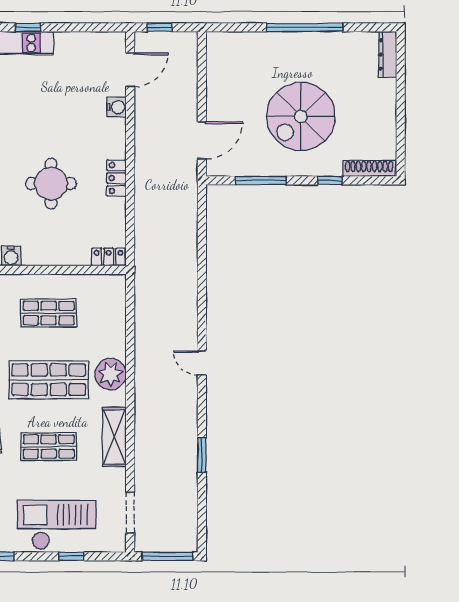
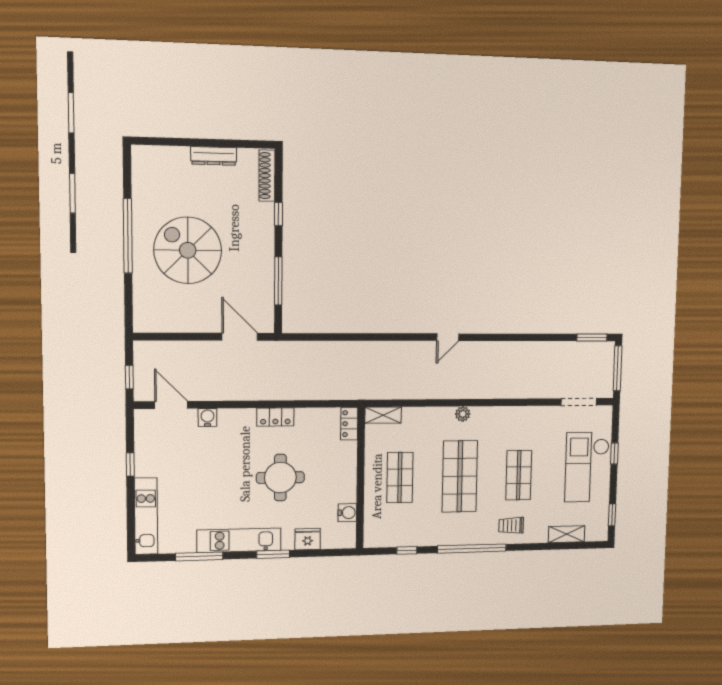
window: (28, 27) -> (130, 464), moved
dresser: (388, 54) -> (214, 156), moved
spiral stairs: (301, 116) -> (188, 250), moved, turned 180
plant: (111, 374) -> (463, 414), width x0.53, depth x0.53
shelving: (114, 437) -> (383, 415), moved, width x0.67, depth x0.75
window: (202, 455) -> (592, 337), moved

